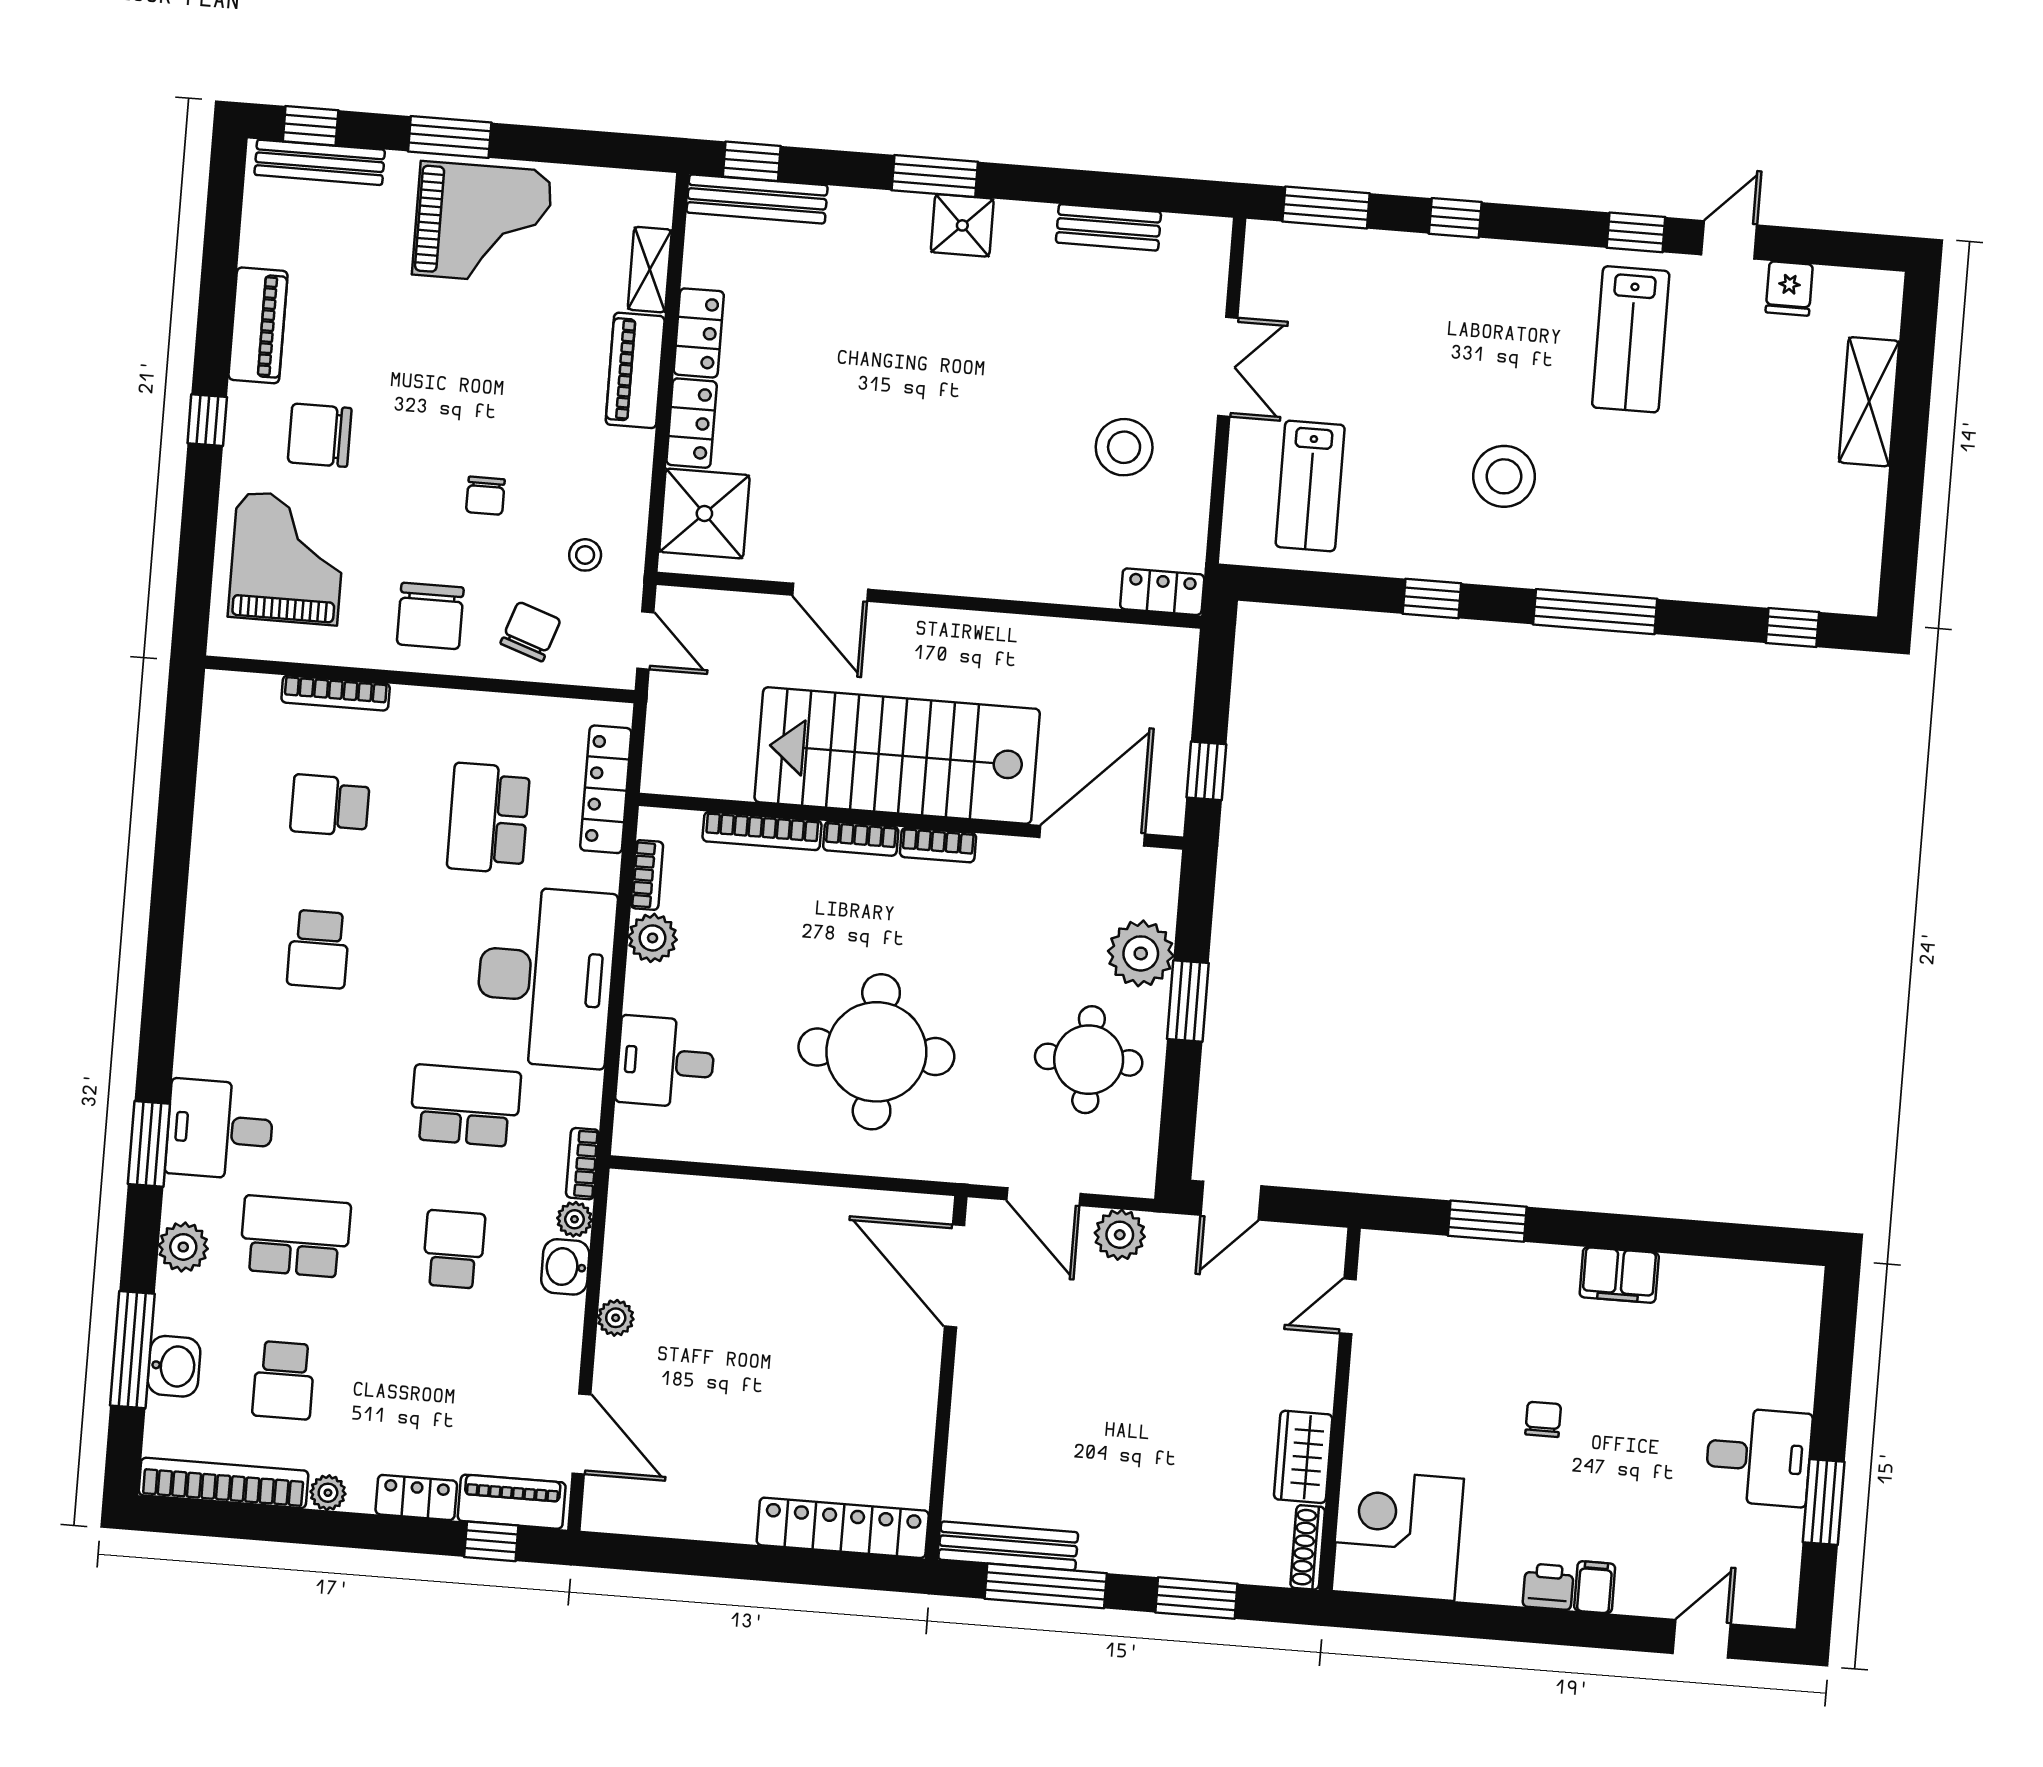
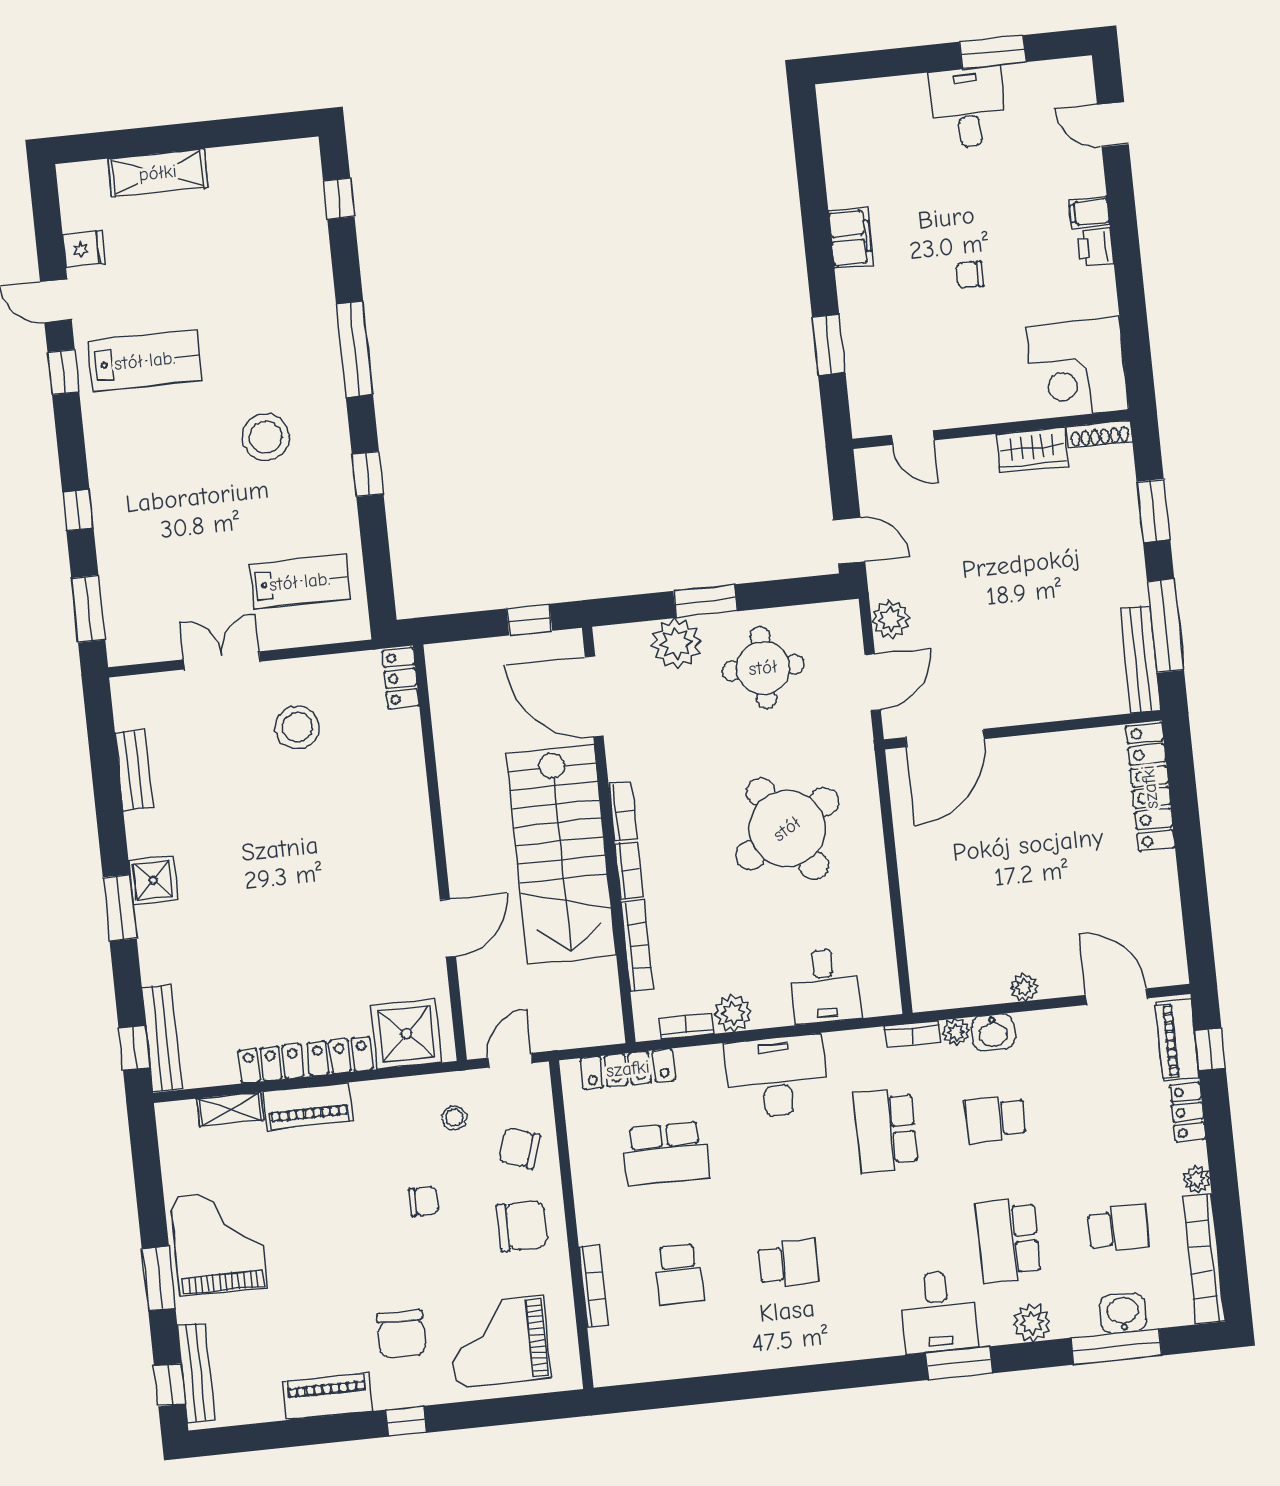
desk: (545, 977) -> (776, 1077), width x0.73, depth x0.77
round table: (876, 1052) -> (787, 829), turned -30
door: (582, 1434) -> (1116, 997), hinge flipped

